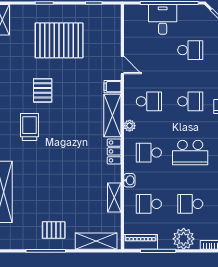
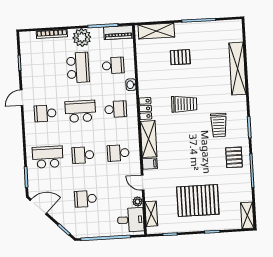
desk: (163, 19) -> (131, 220), moved, turned -90
pallet: (43, 90) -> (234, 157), moved
plant: (130, 126) -> (138, 202), moved
trolley: (69, 154) -> (184, 104), added
shelving: (114, 198) -> (151, 214), moved
school desk: (190, 204) -> (78, 68), width x1.85
pallet: (54, 230) -> (180, 57), moved

